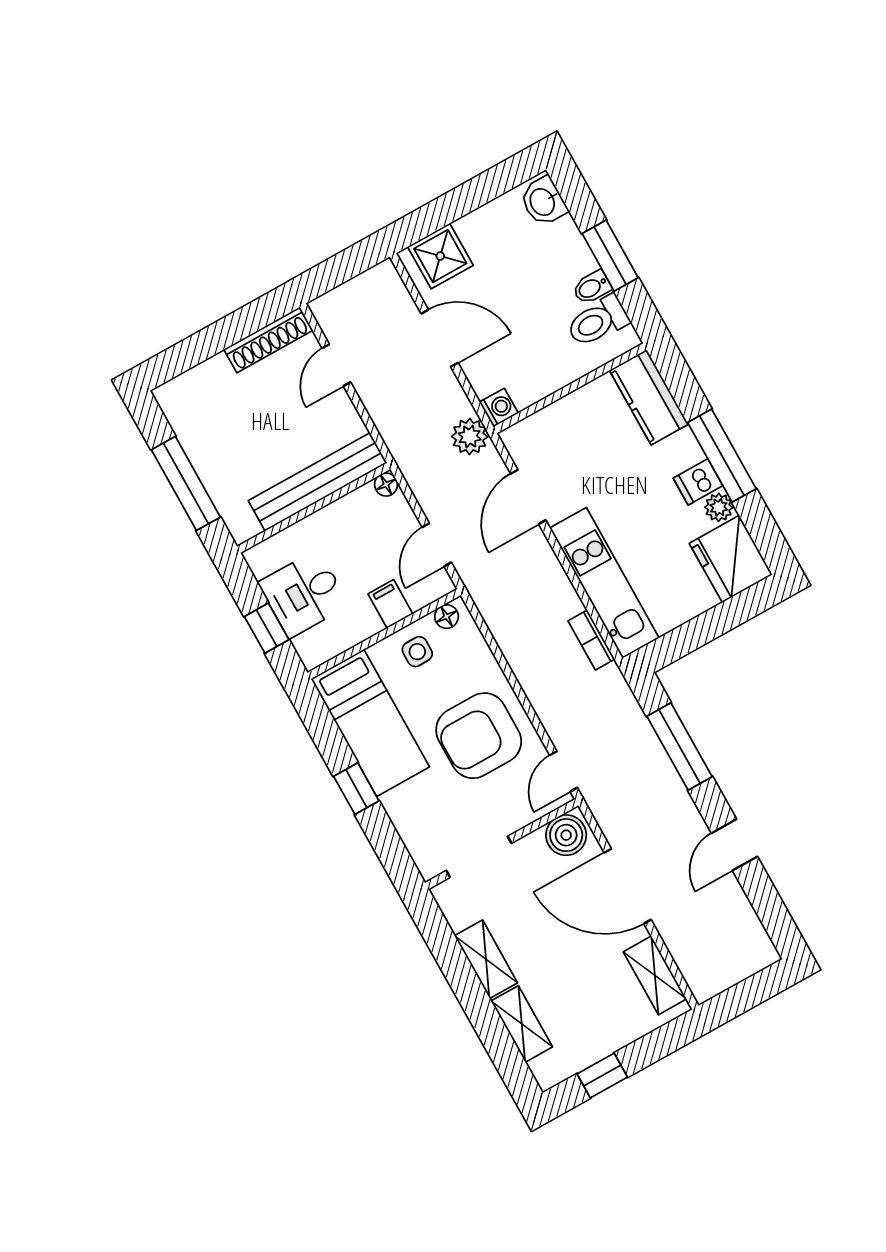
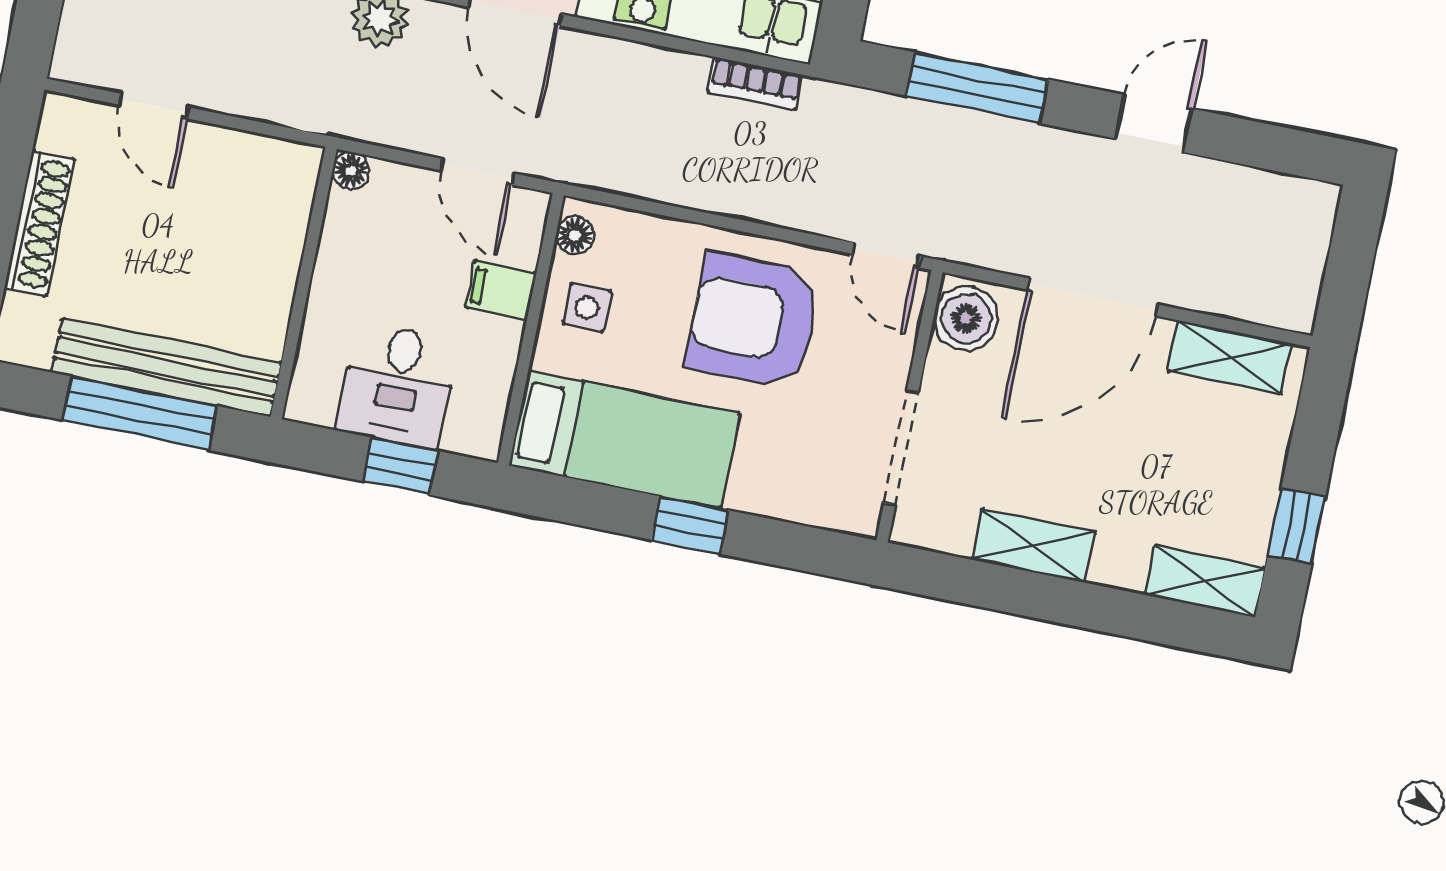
shoe rack: (268, 340) -> (39, 223), moved
bench: (318, 482) -> (166, 367), moved, turned 90
armchair: (479, 736) -> (754, 321), turned 90
door: (734, 845) -> (1154, 124), swing flipped
shelving: (522, 1024) -> (1205, 581), moved

